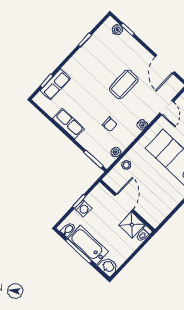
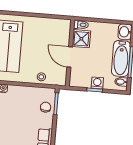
chair: (110, 124) -> (46, 107), moved
plant: (116, 152) -> (38, 92), removed
door: (124, 203) -> (70, 57), hinge flipped

